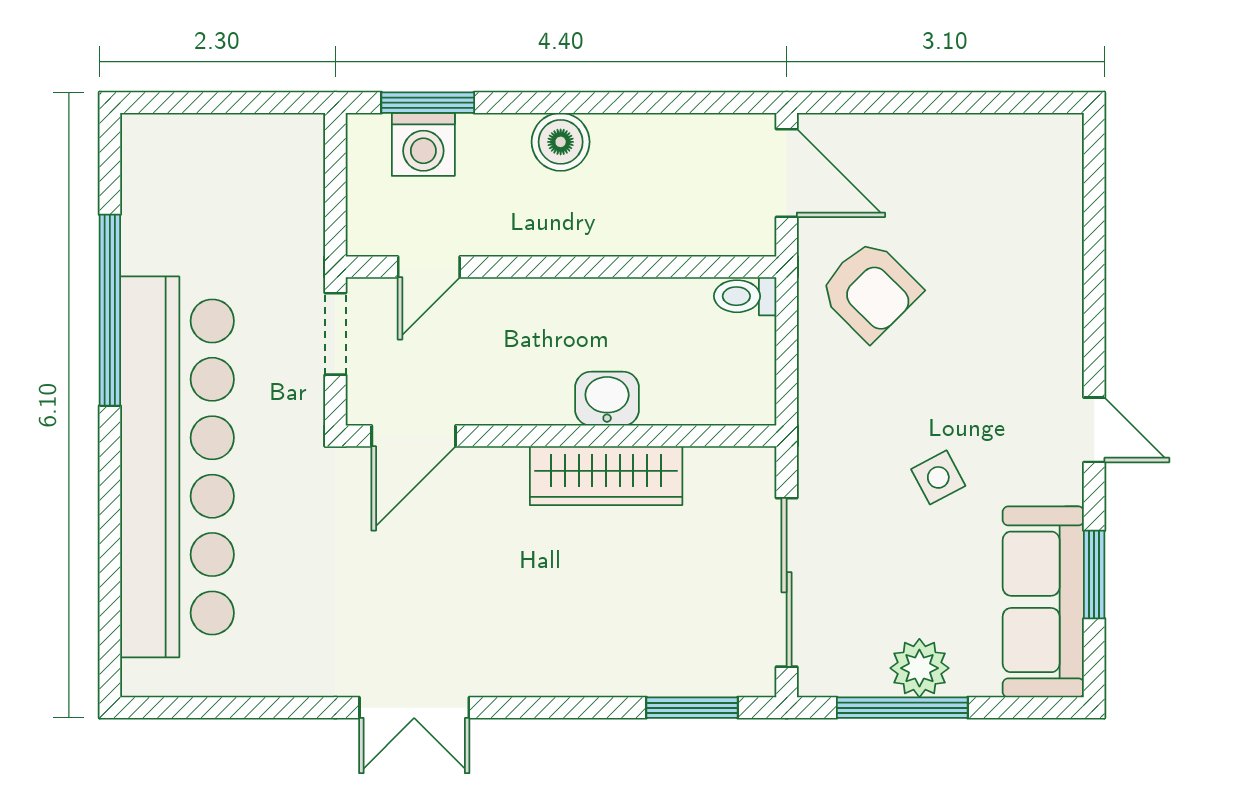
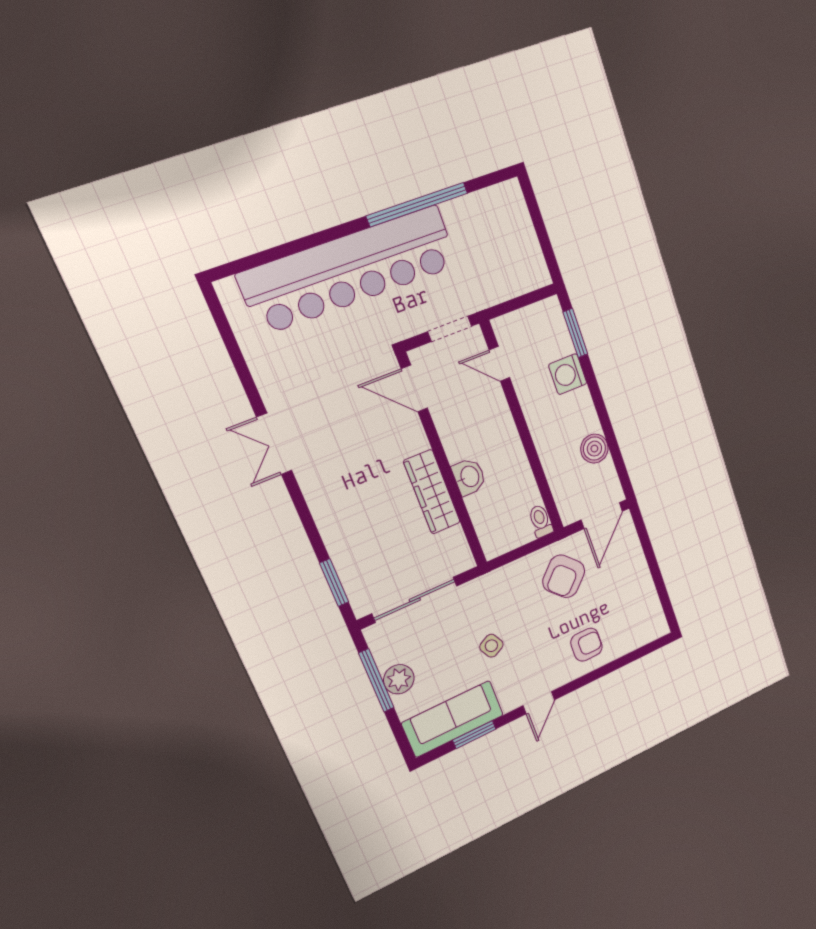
boiler: (561, 142) -> (594, 449), moved
washing machine: (423, 144) -> (568, 374), moved
armchair: (1025, 294) -> (587, 645), added

